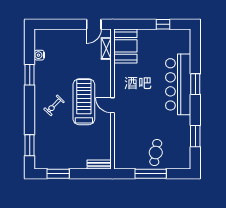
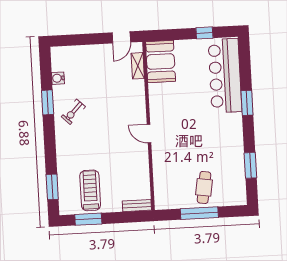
bar counter: (178, 84) -> (225, 76), moved
treadmill: (84, 102) -> (90, 190), moved, width x0.73, depth x0.73
exercise bike: (54, 105) -> (73, 112), moved

